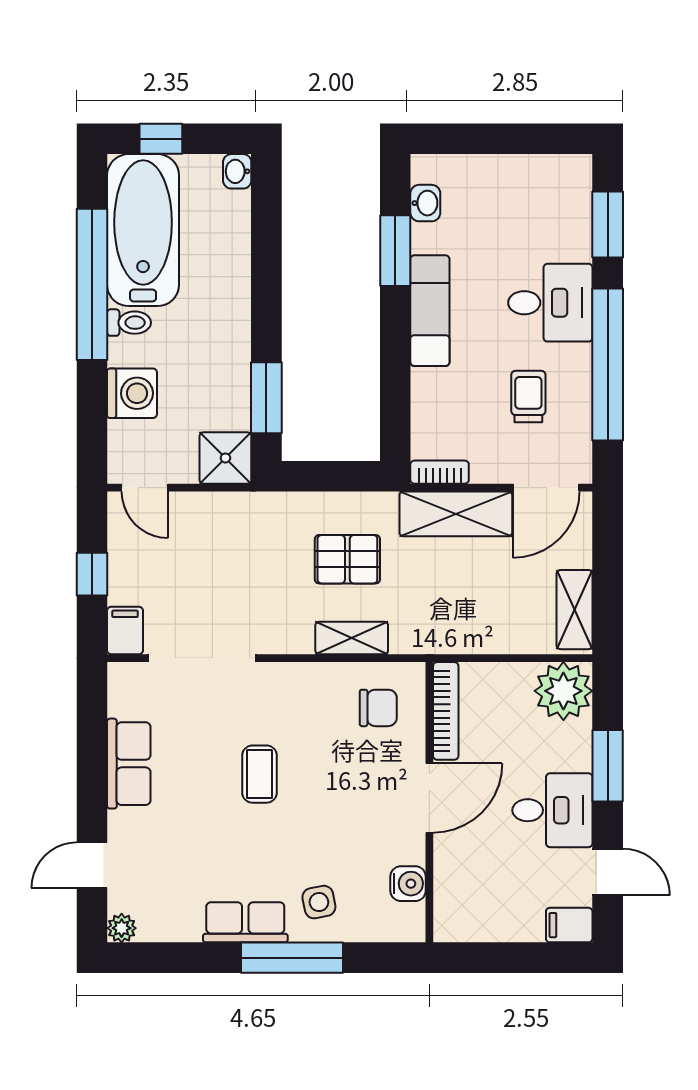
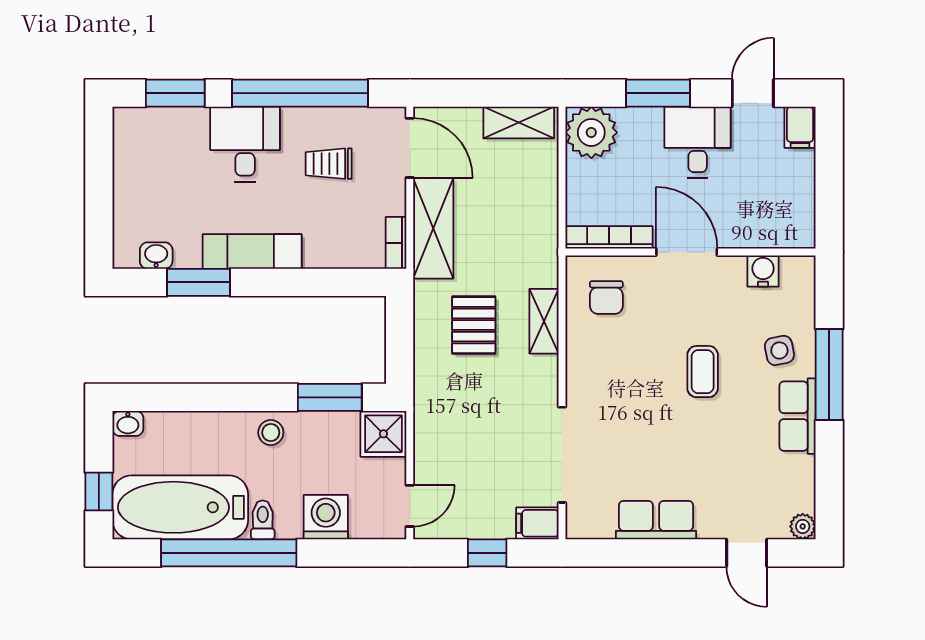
stool: (227, 332) -> (271, 433), added
chair: (378, 708) -> (606, 297), turned 180
coffee table: (260, 774) -> (703, 372), moved, turned 90

